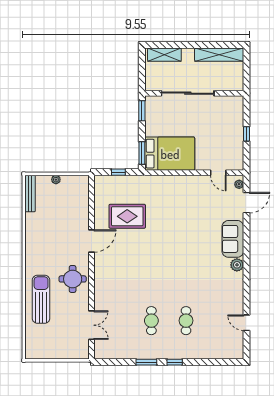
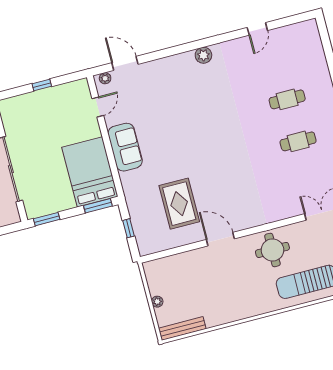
sofa: (233, 239) -> (125, 147), moved, turned -90
door: (246, 323) -> (257, 29), moved

